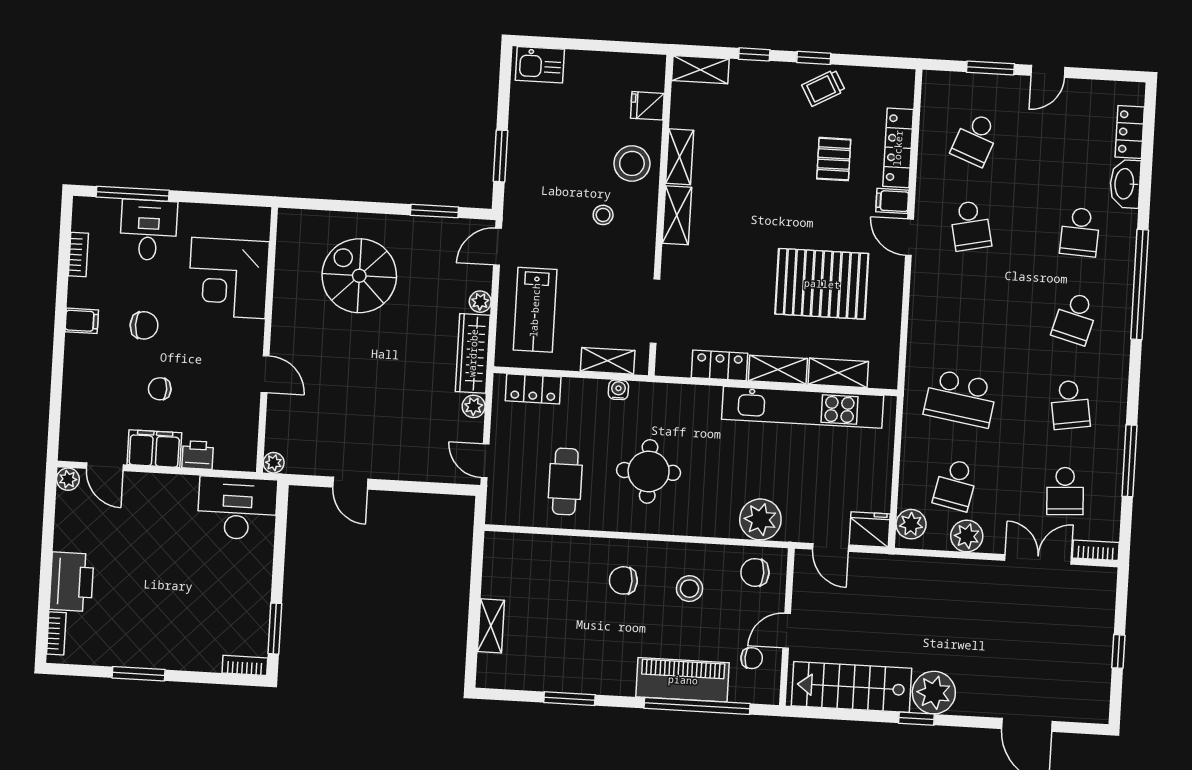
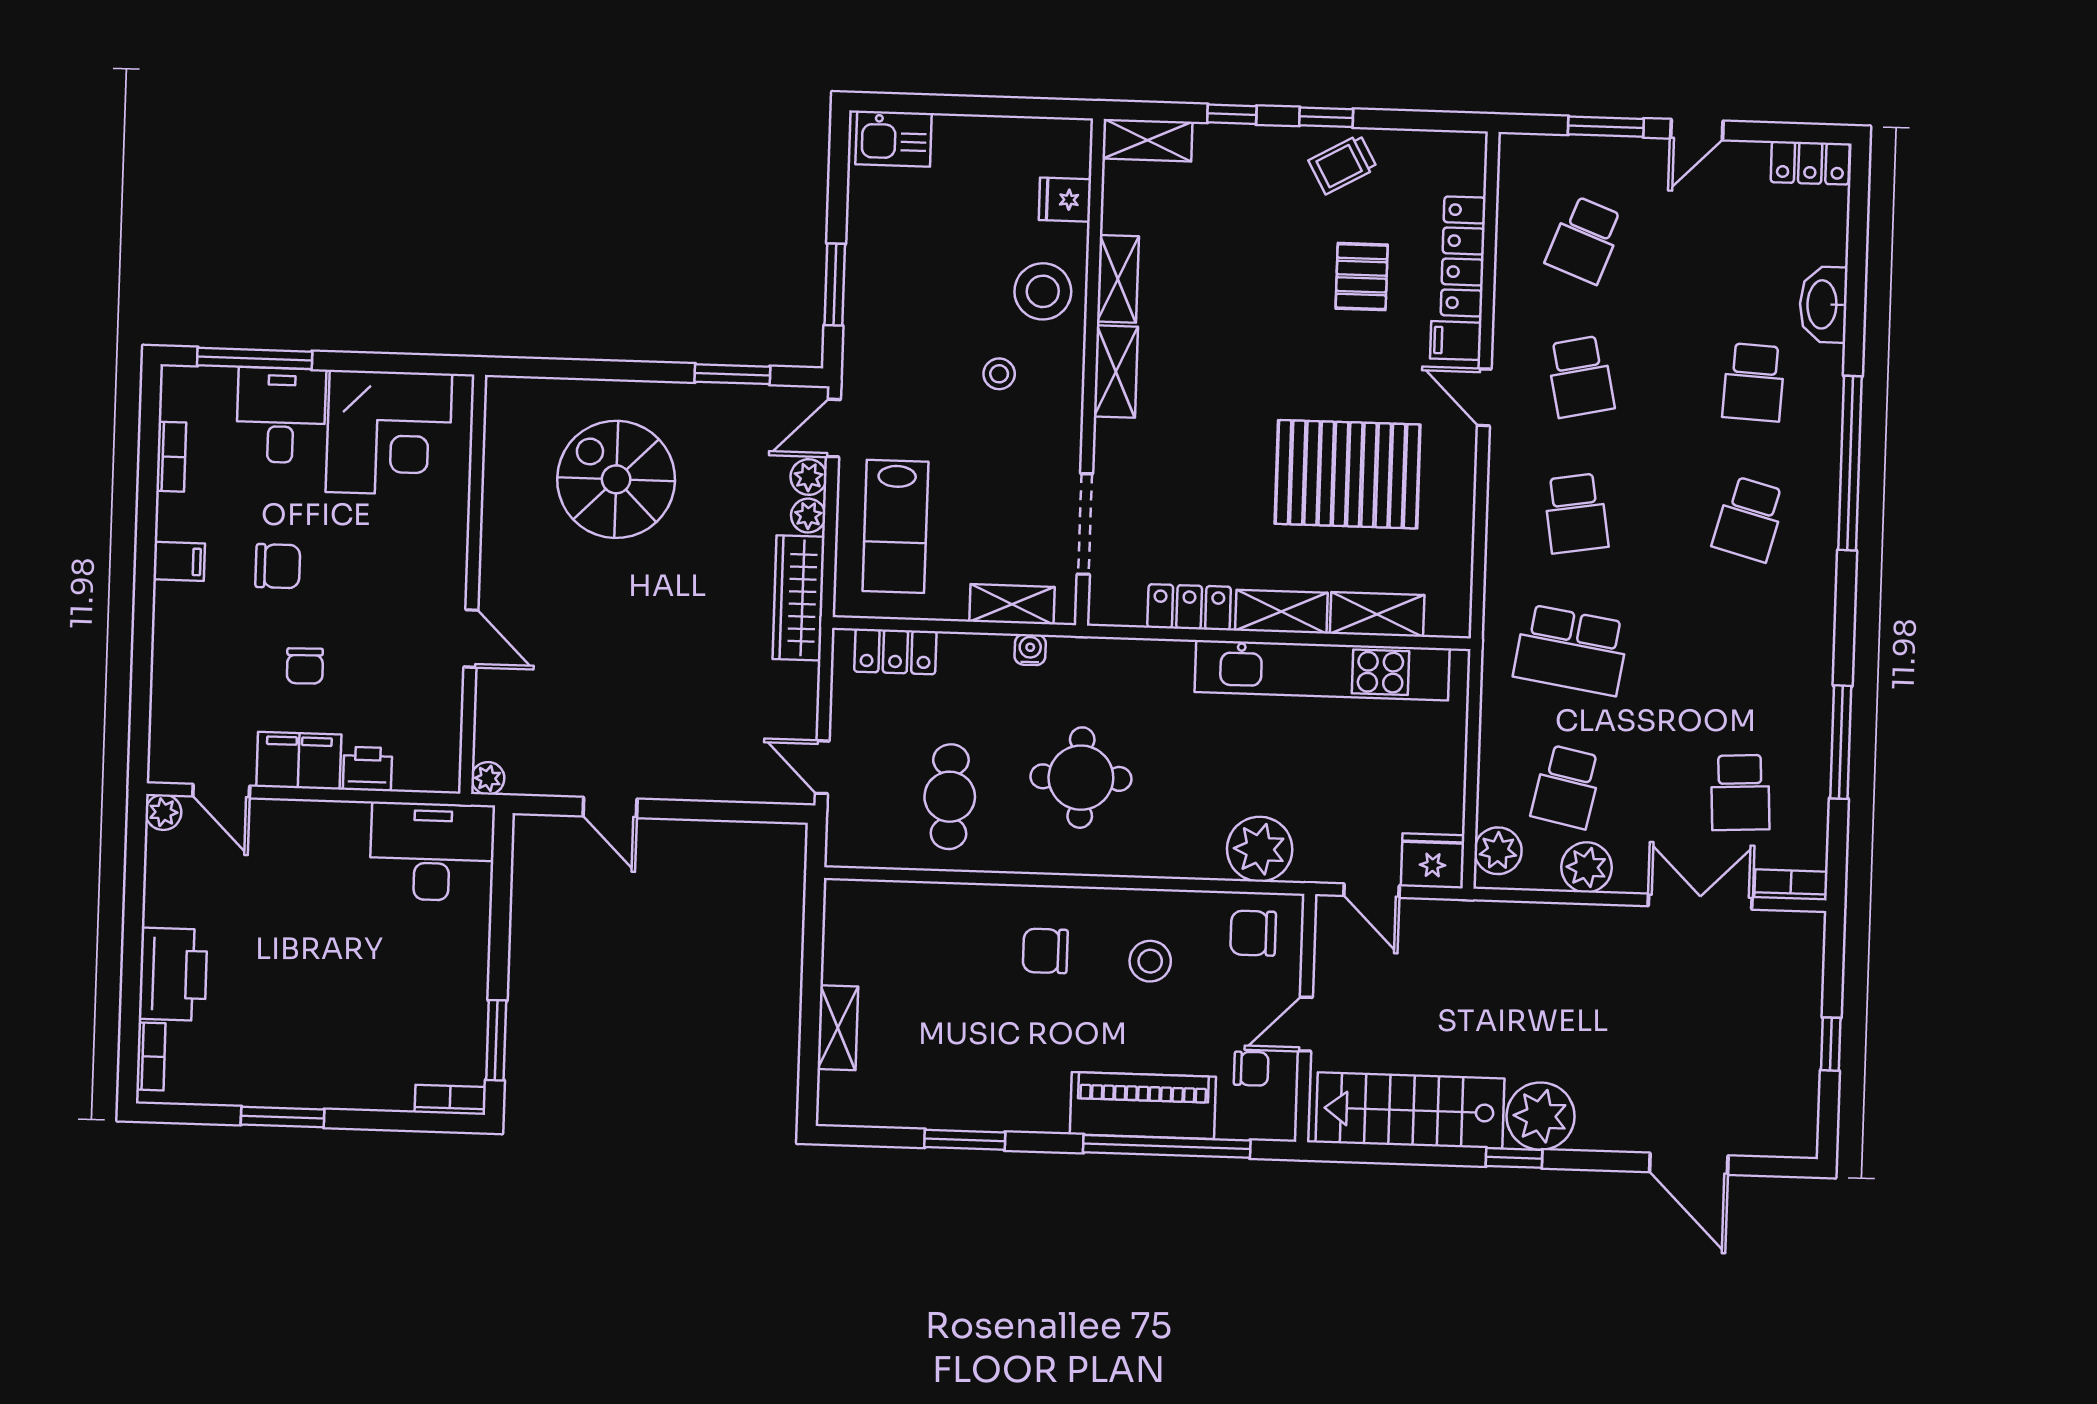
locker: (1130, 132) -> (1810, 163), moved, turned -90
corner desk: (228, 278) -> (389, 433), moved, turned -90
chair: (160, 389) -> (305, 666), turned -91
school desk: (1070, 405) -> (1576, 513), moved
plant: (474, 406) -> (809, 477), moved

